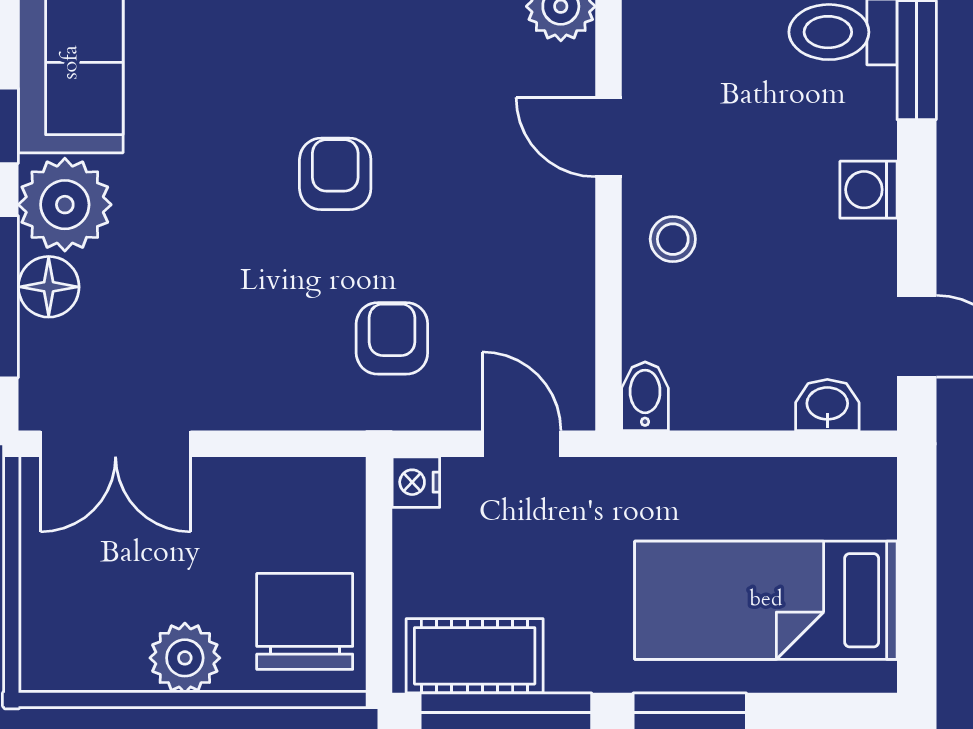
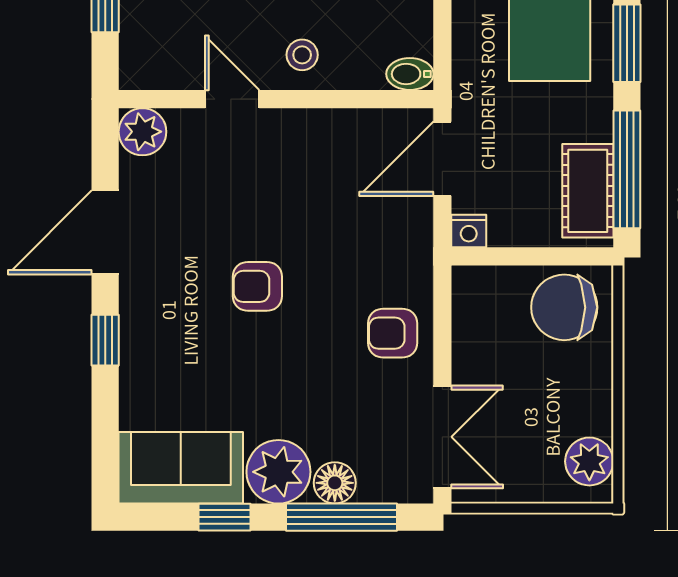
door: (608, 137) -> (232, 99), swing flipped
armchair: (392, 338) -> (393, 333), moved
door: (521, 444) -> (442, 159), width x1.38
plant: (185, 658) -> (589, 461), moved

